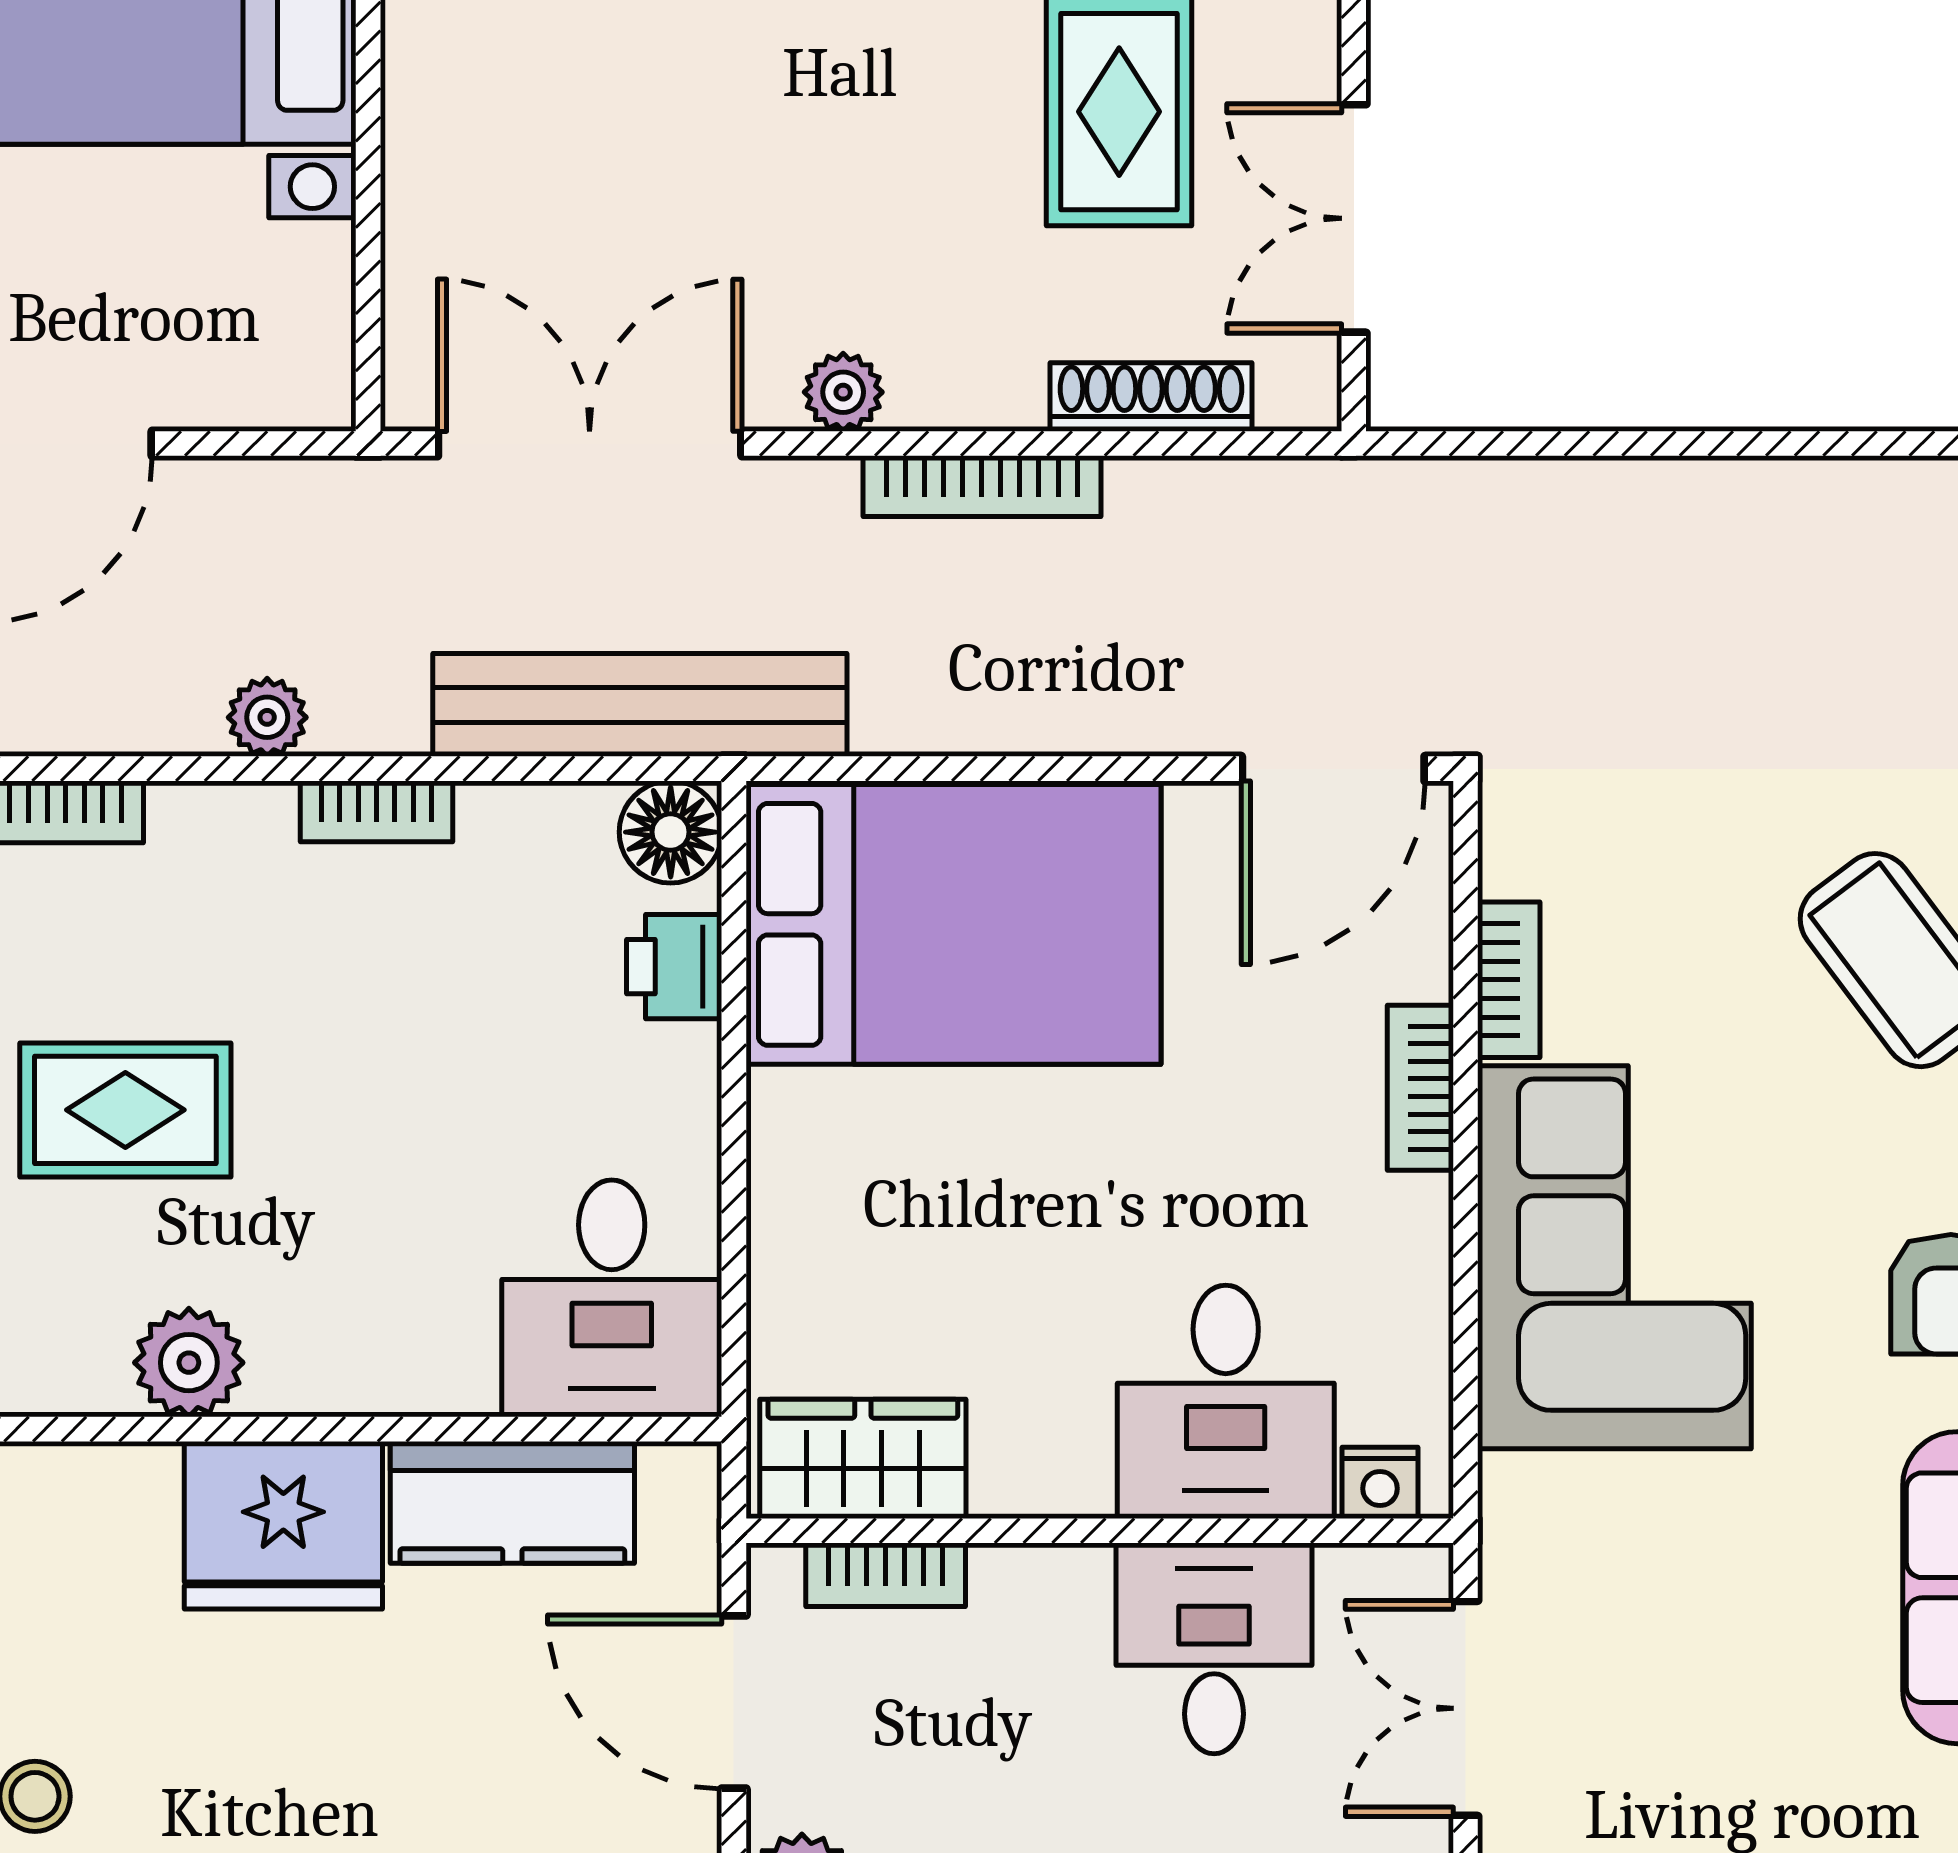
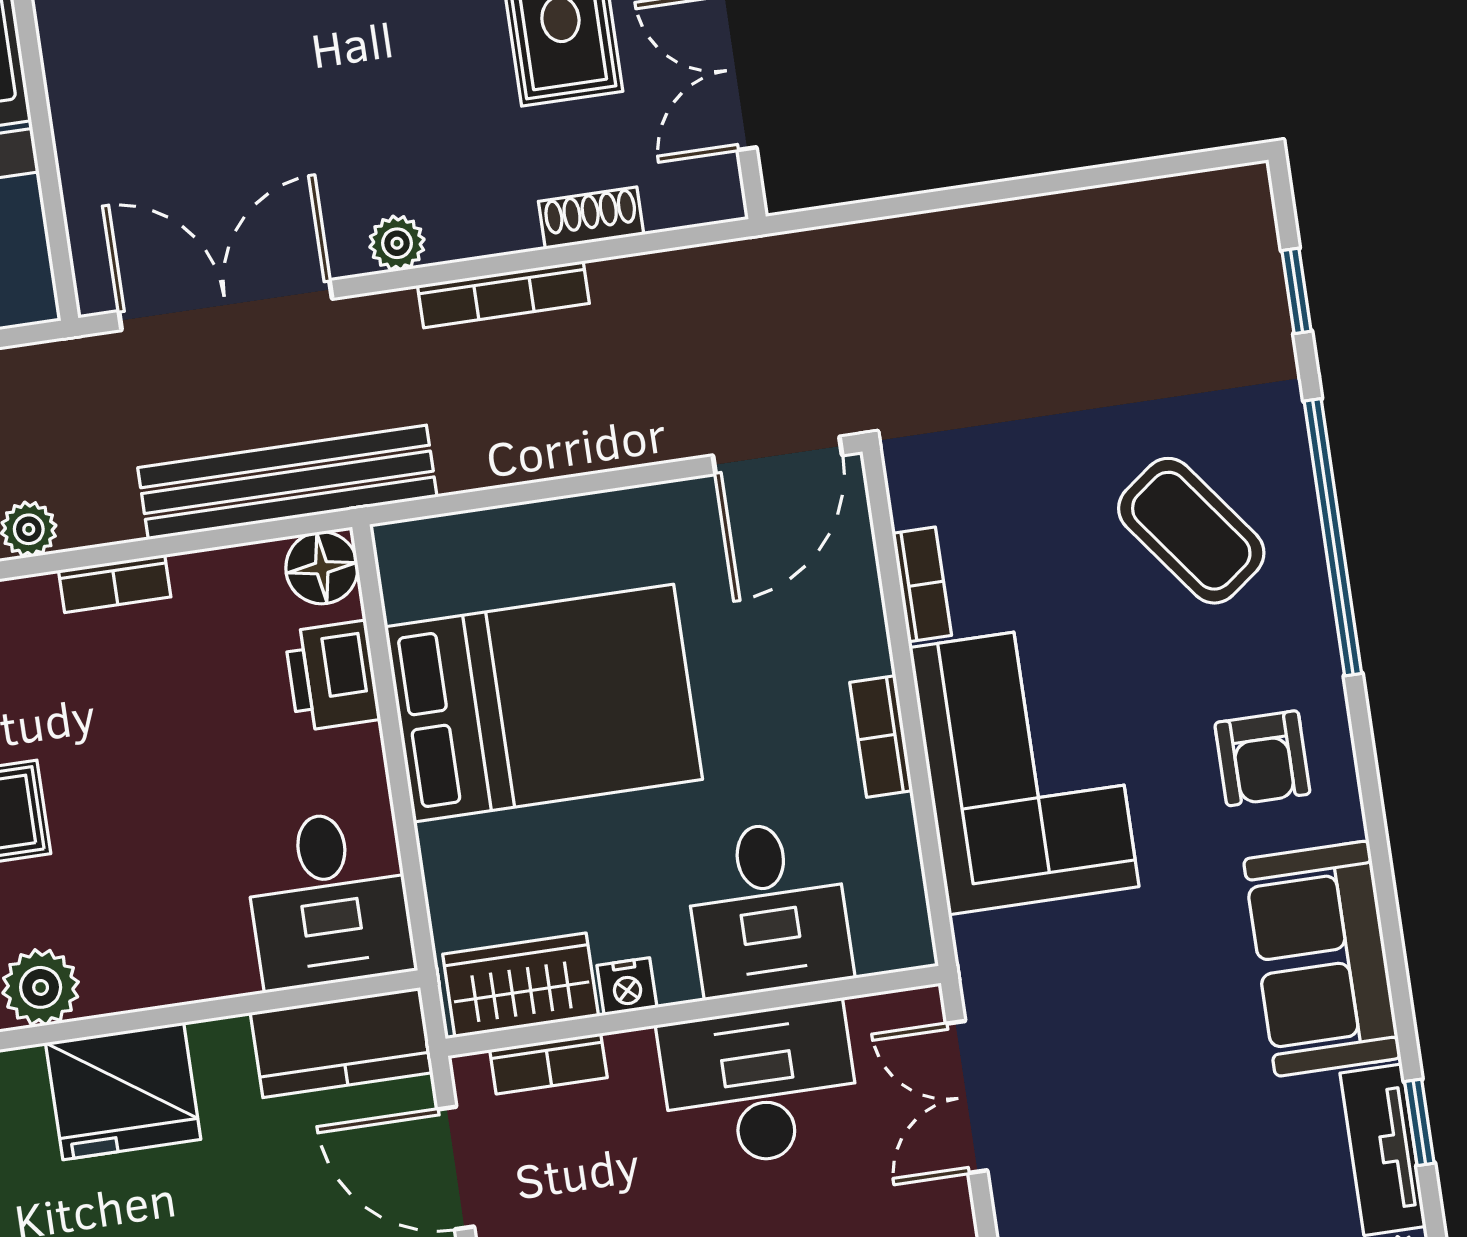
shoe rack: (1151, 397) -> (591, 218), width x0.70
bed: (953, 924) -> (543, 703), moved
printer: (674, 967) -> (332, 676), width x1.36, depth x1.24
bookcase: (1420, 1088) -> (881, 737), moved
nightstand: (1380, 1483) -> (627, 987), moved
kitchen counter: (512, 1502) -> (342, 1043), moved
desk: (1214, 1648) -> (760, 1085), width x1.37

